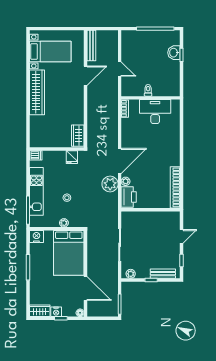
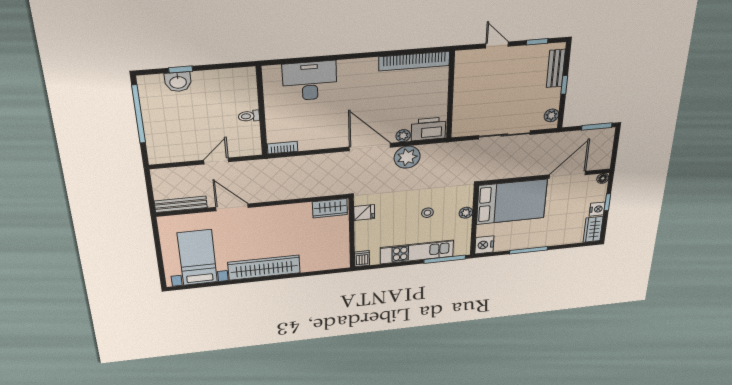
desk: (155, 112) -> (310, 81), moved, turned 90

